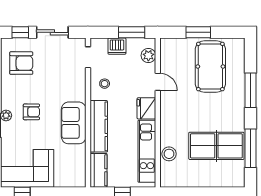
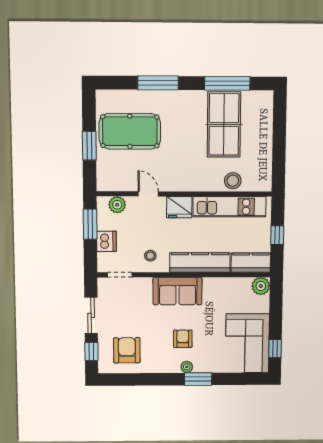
door: (158, 82) -> (148, 194), hinge flipped
sofa: (74, 123) -> (178, 291), moved
plant: (78, 179) -> (261, 286), added

